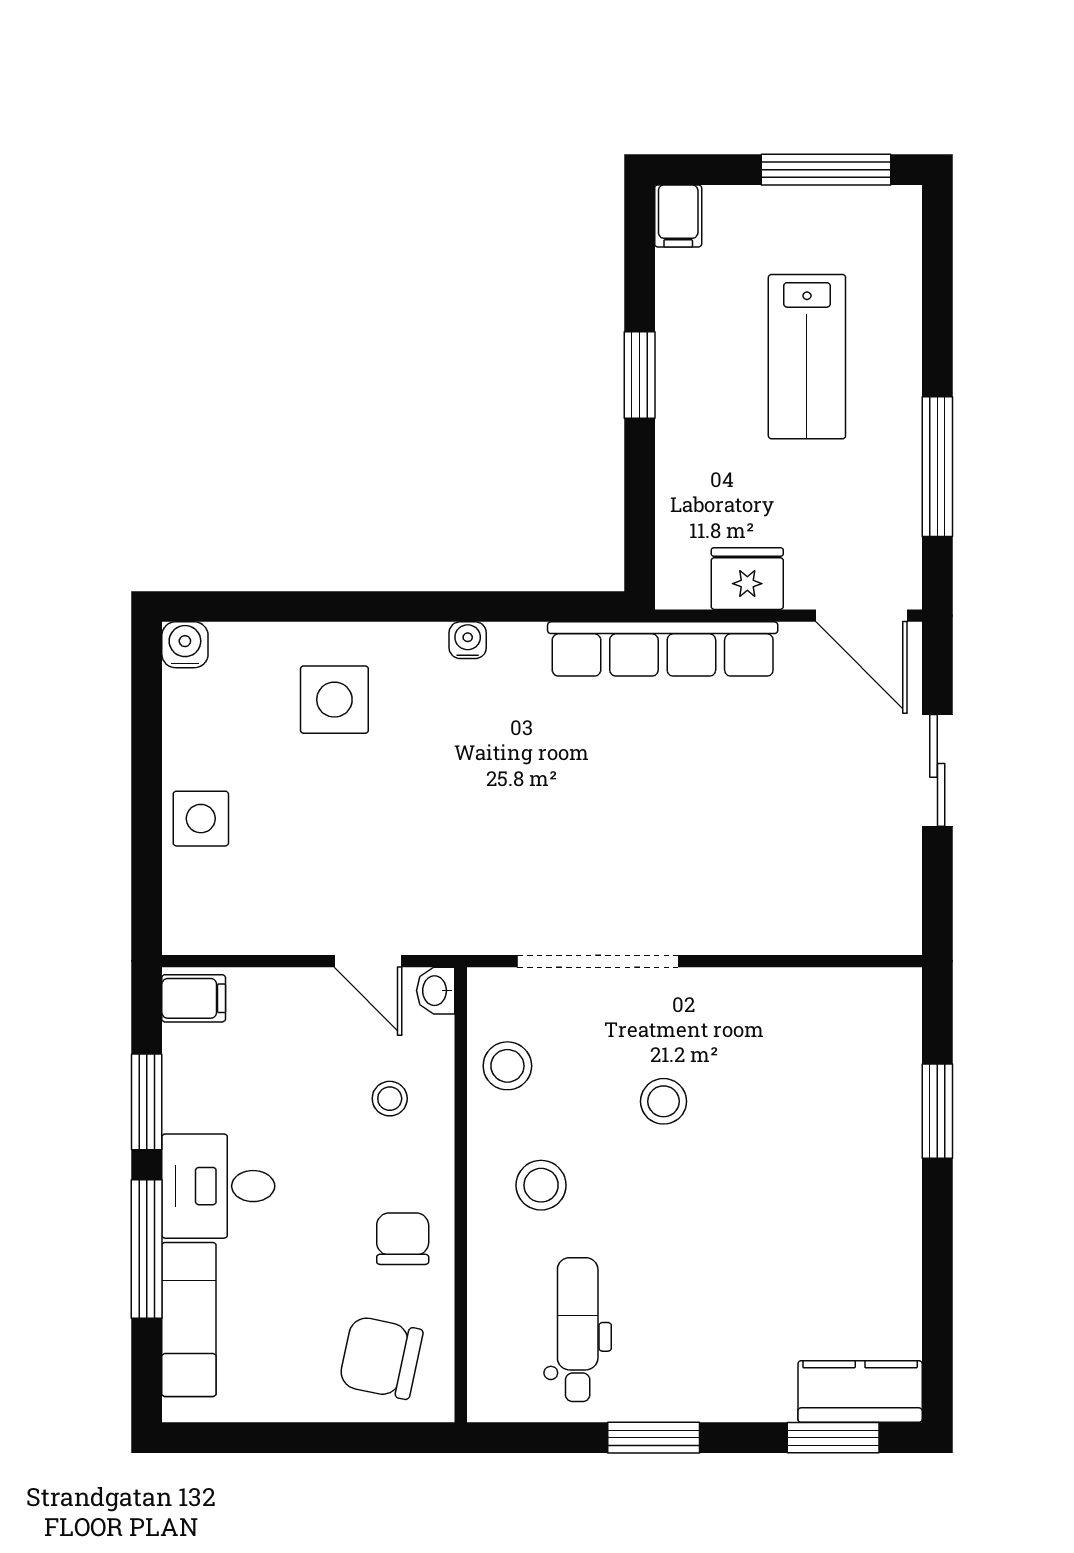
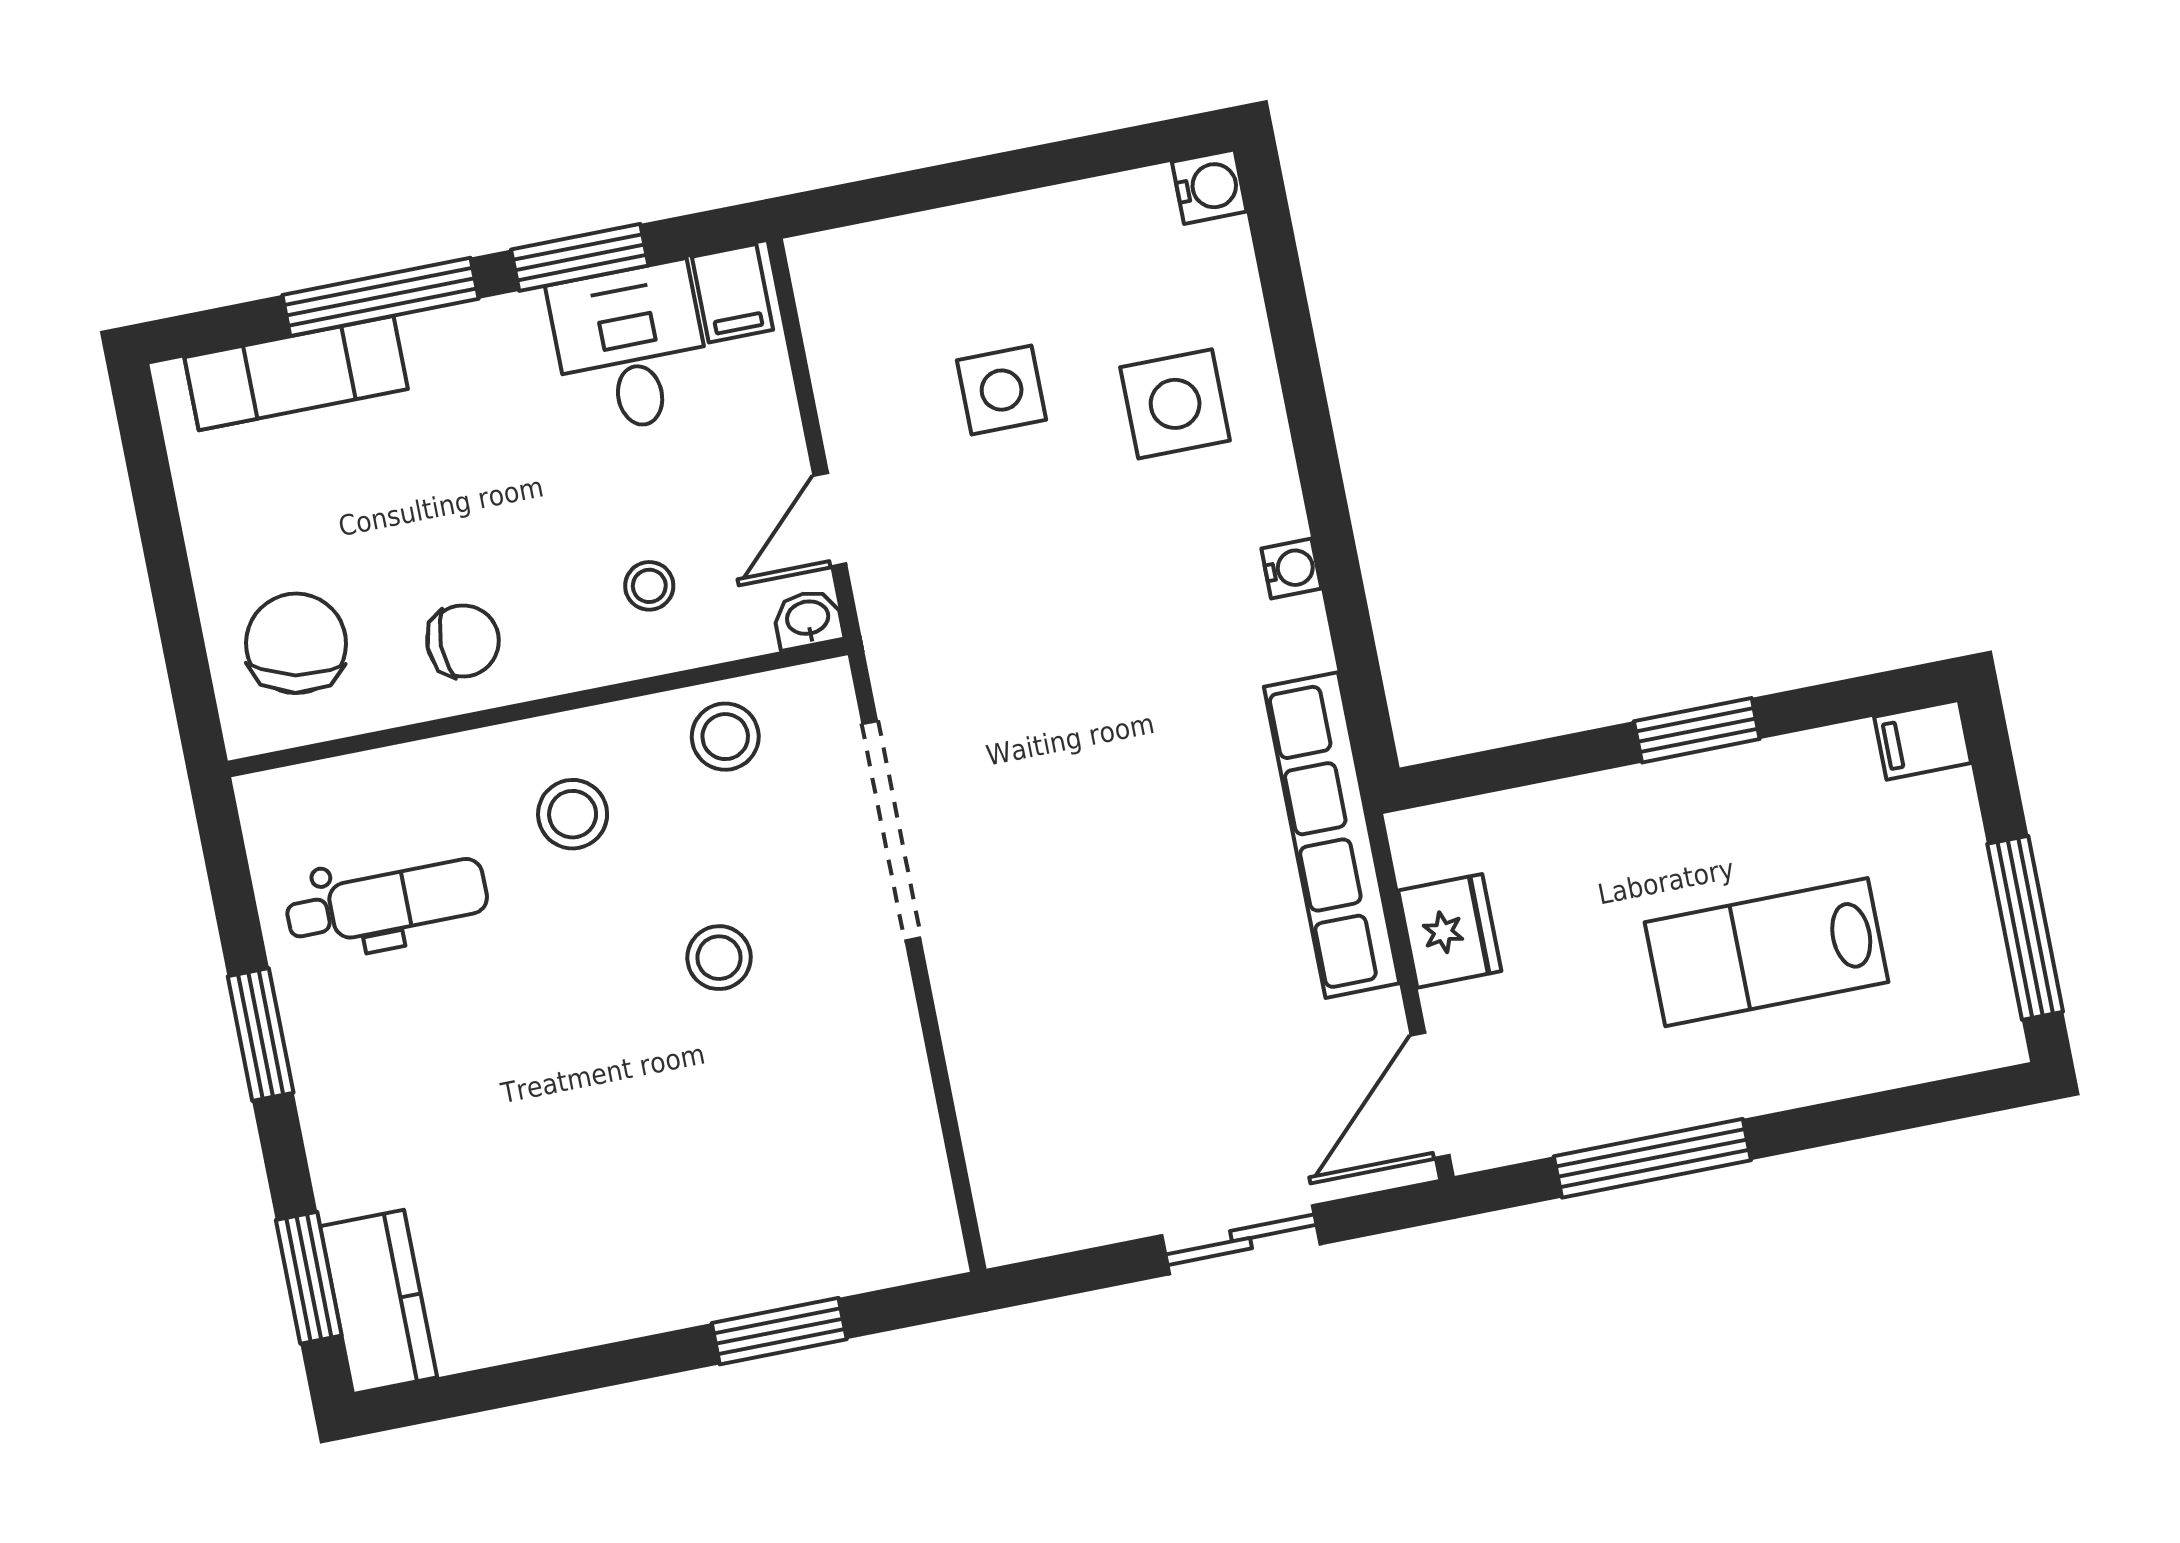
side table: (201, 819) -> (1002, 390), moved
desk: (218, 1186) -> (631, 348), moved

